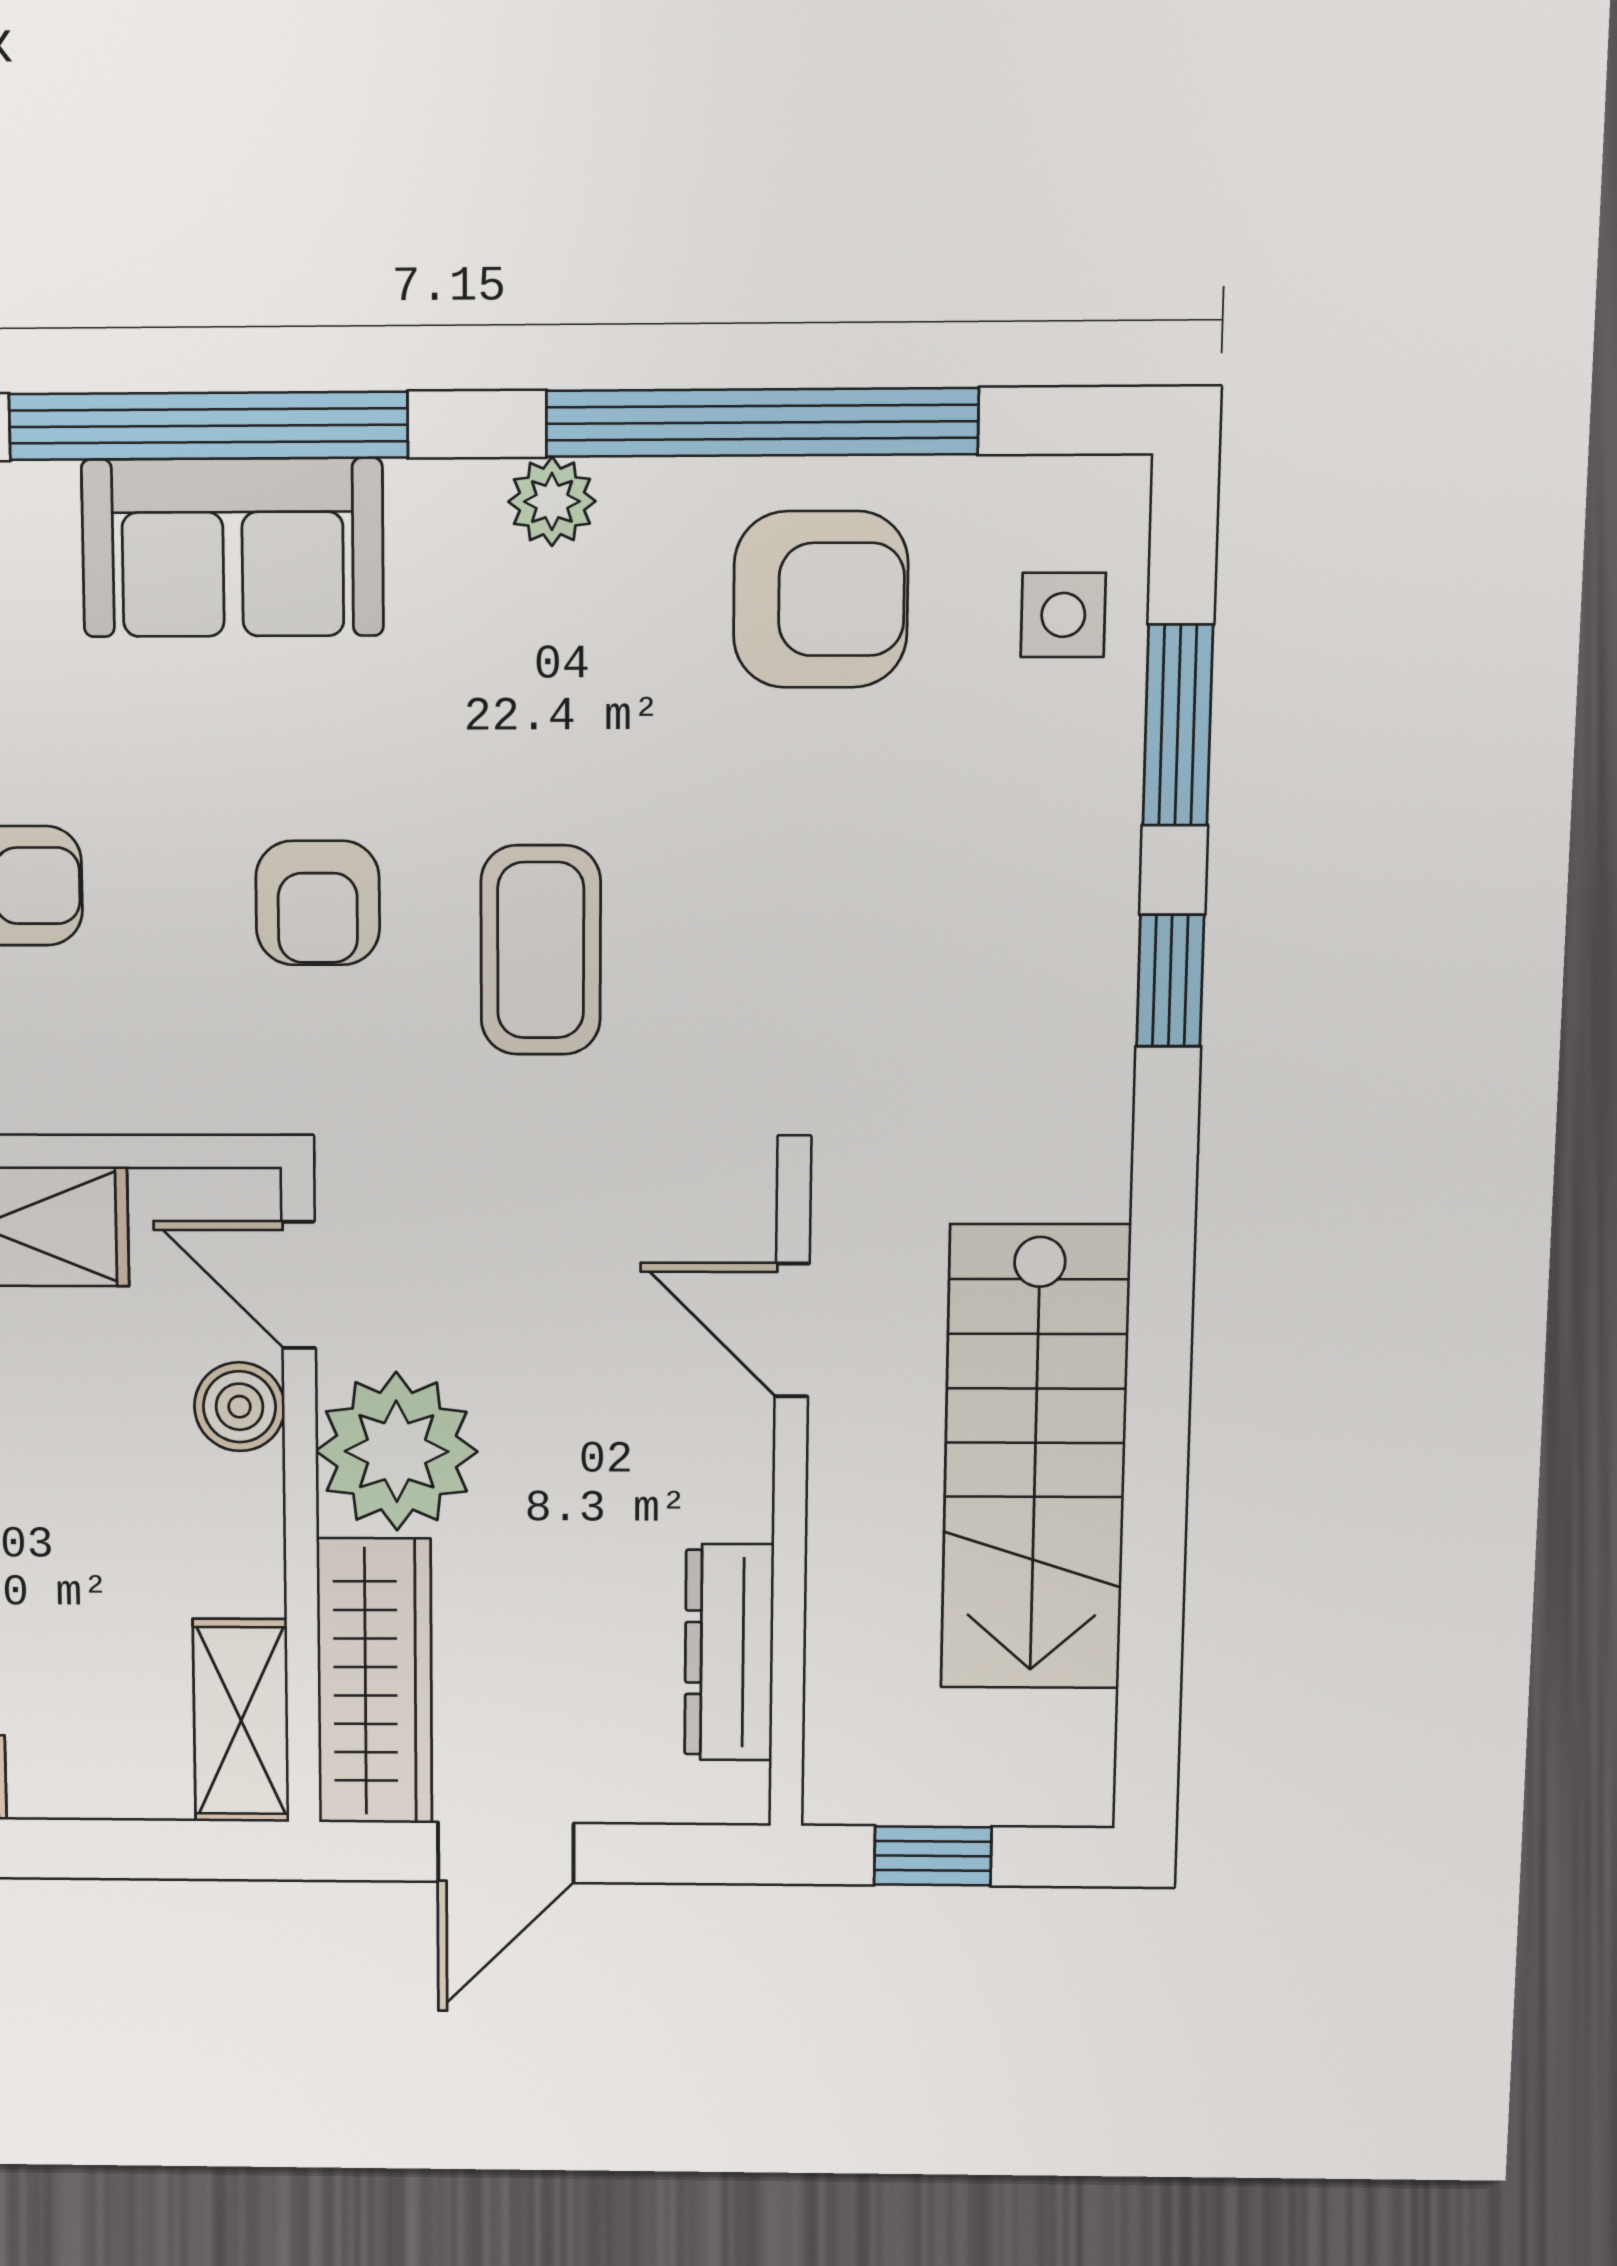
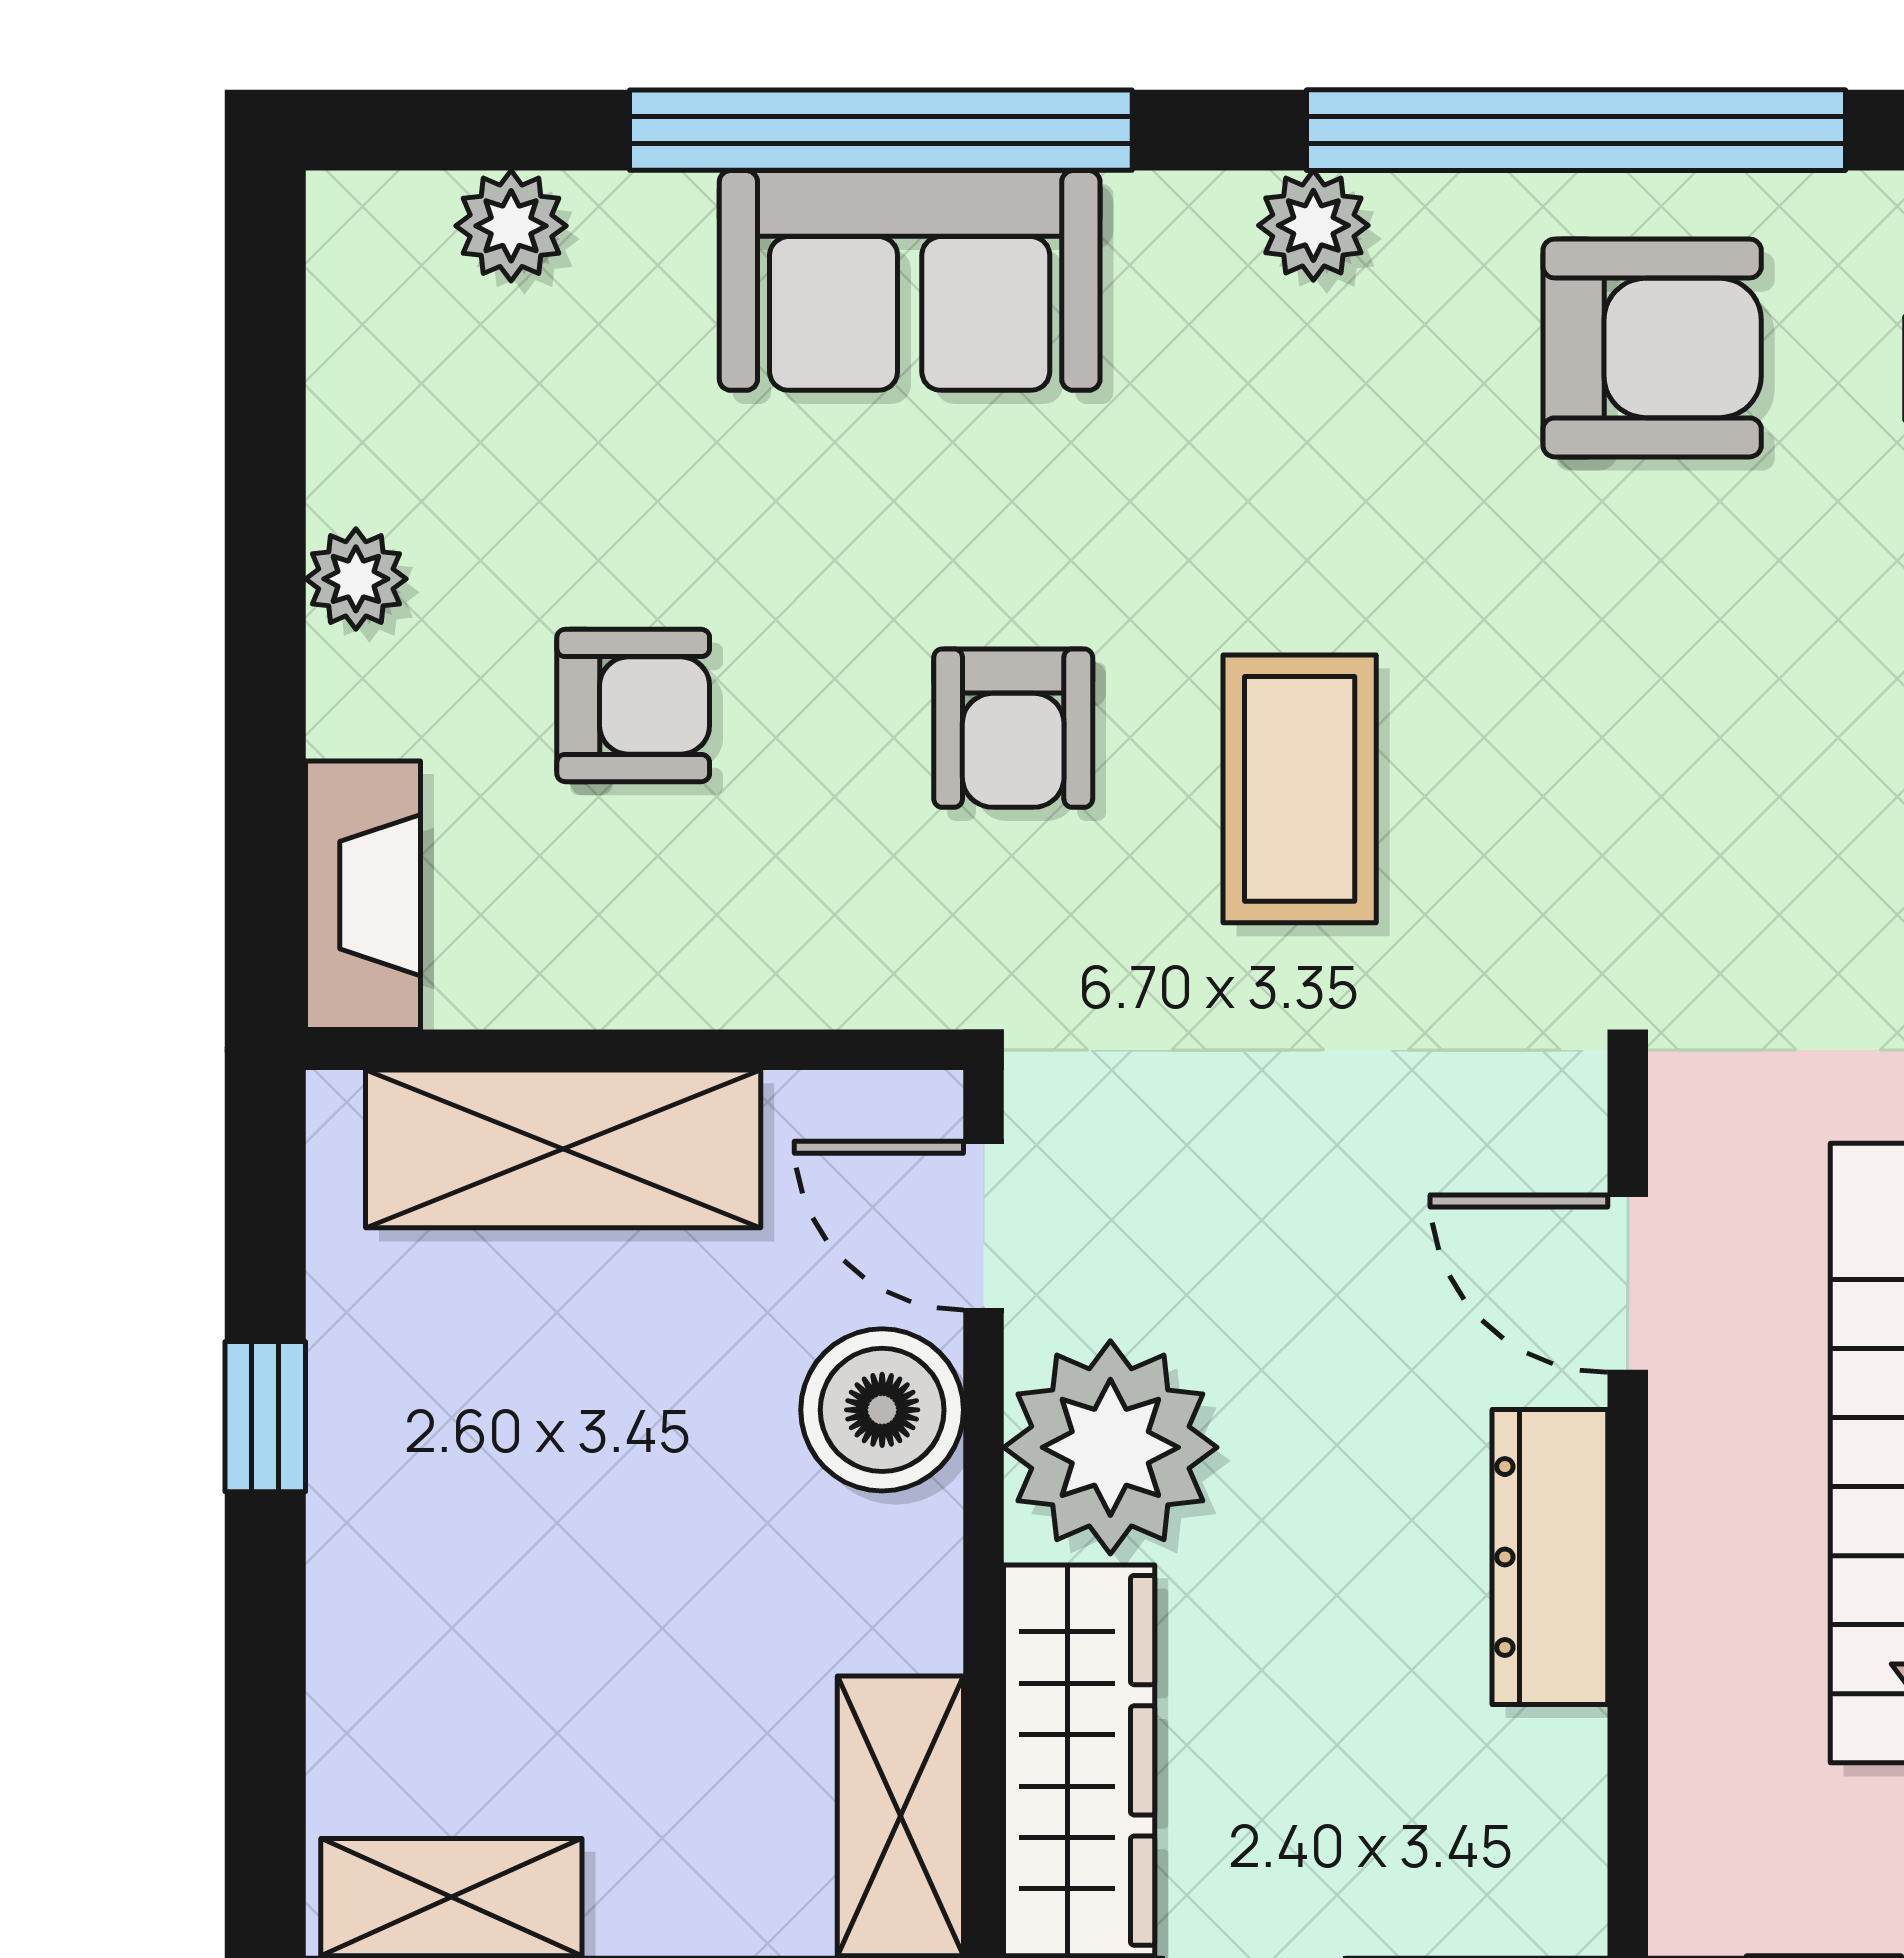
boiler: (240, 1407) -> (882, 1410), width x1.36, depth x1.36
dresser: (729, 1653) -> (1550, 1557), moved

